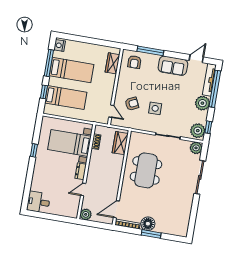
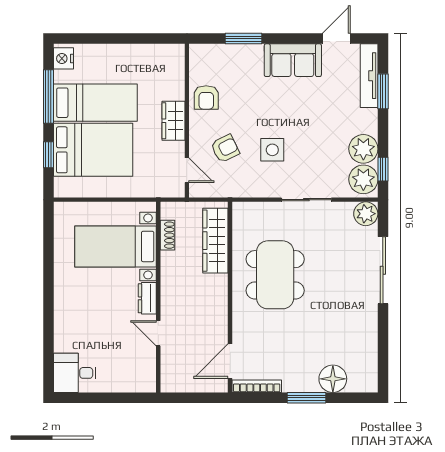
window: (150, 51) -> (244, 39), width x0.69
armchair: (134, 62) -> (206, 97), moved
wardrobe: (113, 63) -> (173, 121), moved
window: (215, 89) -> (383, 91), width x0.47
bed: (66, 98) -> (93, 150), width x1.50
plant: (202, 103) -> (363, 149), moved
wardrobe: (120, 143) -> (215, 241), width x1.50
window: (34, 150) -> (48, 273), removed
door: (83, 189) -> (158, 333), hinge flipped
plant: (86, 214) -> (172, 381), removed
floor lamp: (148, 224) -> (333, 379), moved

